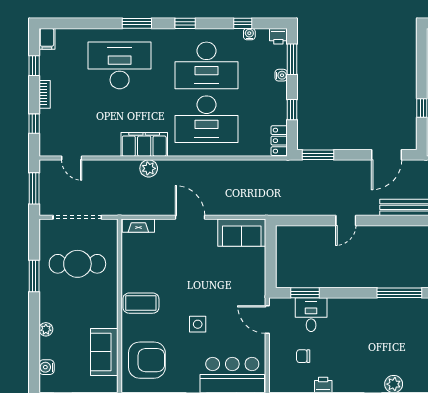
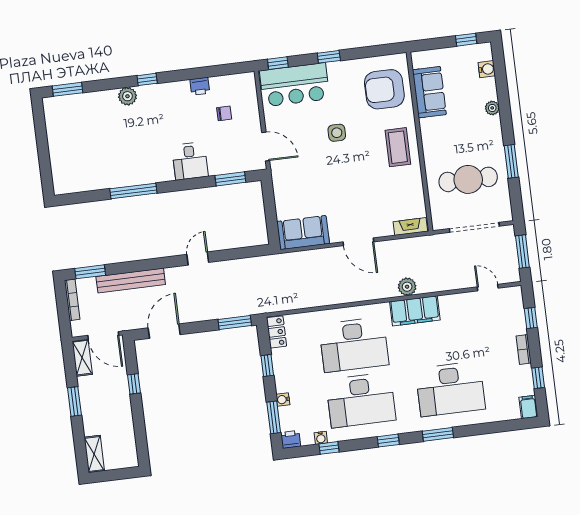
desk: (206, 65) -> (361, 400), turned 180
desk: (206, 119) -> (354, 345), turned 180
coffee table: (141, 303) -> (398, 147), turned 90
desk: (311, 315) -> (190, 161), moved

